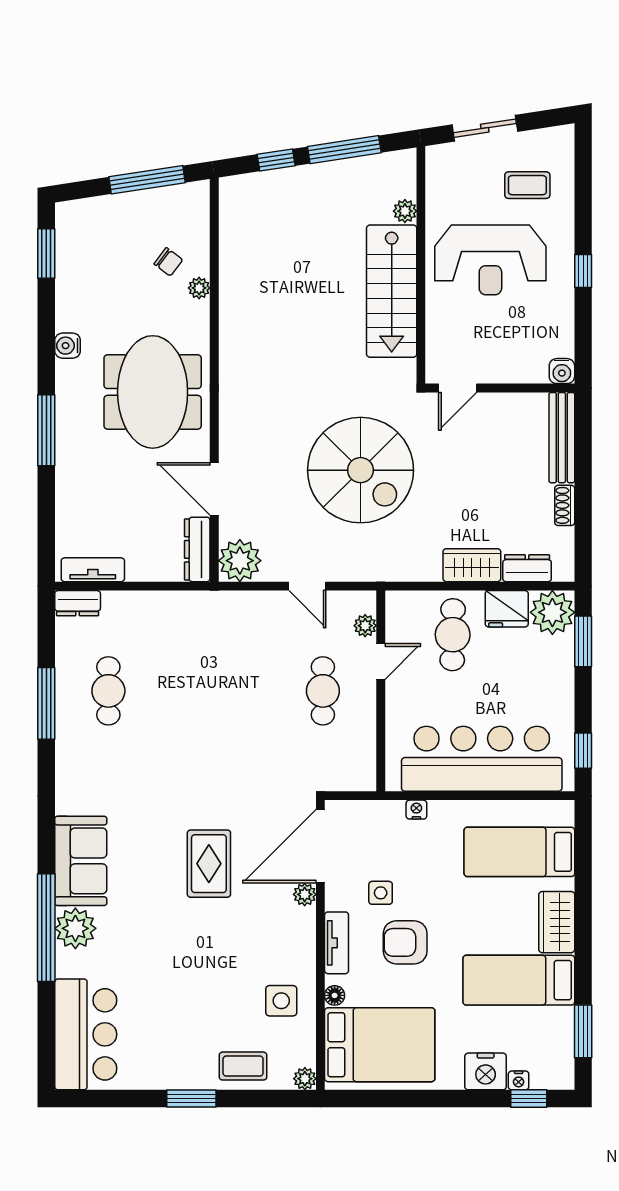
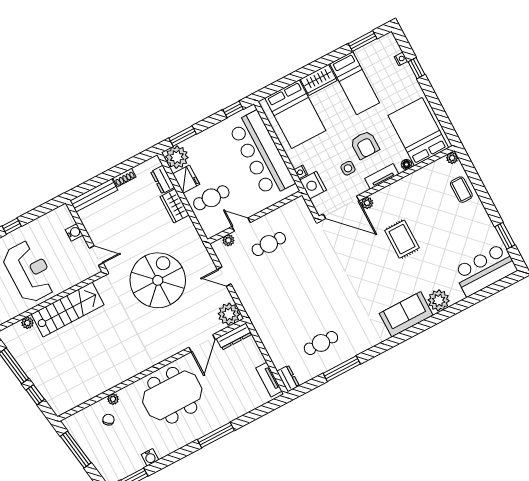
water cooler: (68, 346) -> (150, 457), moved
water cooler: (562, 371) -> (74, 232), moved
door: (307, 586) -> (224, 277), swing flipped
bed: (519, 852) -> (295, 114), width x1.50
rug: (209, 864) -> (402, 239), moved, turned 90
window: (46, 928) -> (445, 314), removed
side table: (281, 1001) -> (422, 188), removed
nightstand: (486, 1071) -> (313, 185), moved, turned 180
window: (191, 1099) -> (505, 236), moved
window: (529, 1099) -> (417, 68), moved

